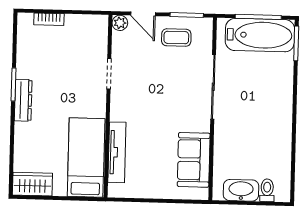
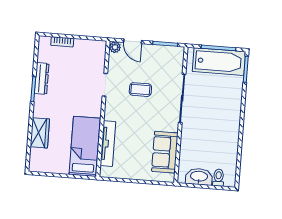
coffee table: (176, 37) -> (140, 90), moved
dresser: (23, 100) -> (42, 79), moved
wardrobe: (32, 184) -> (40, 133), moved, turned 90

